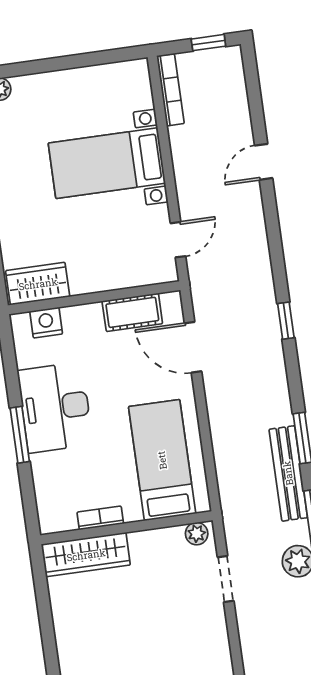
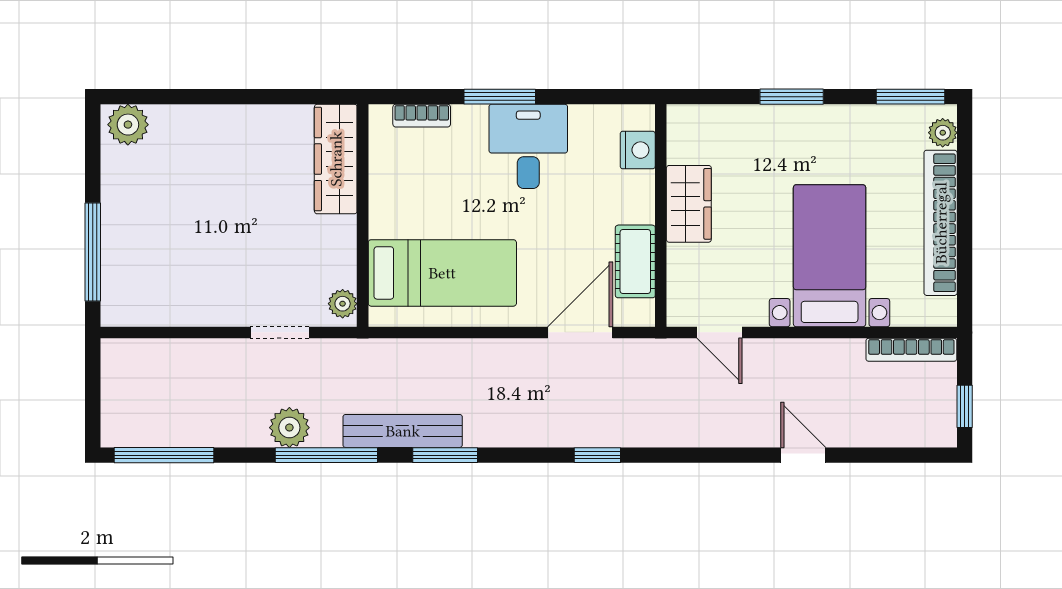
bookcase: (69, 81) -> (941, 223), added
wardrobe: (38, 284) -> (689, 204), moved
desk: (55, 407) -> (528, 146), width x0.73
bookcase: (100, 518) -> (422, 116), moved, turned 90

